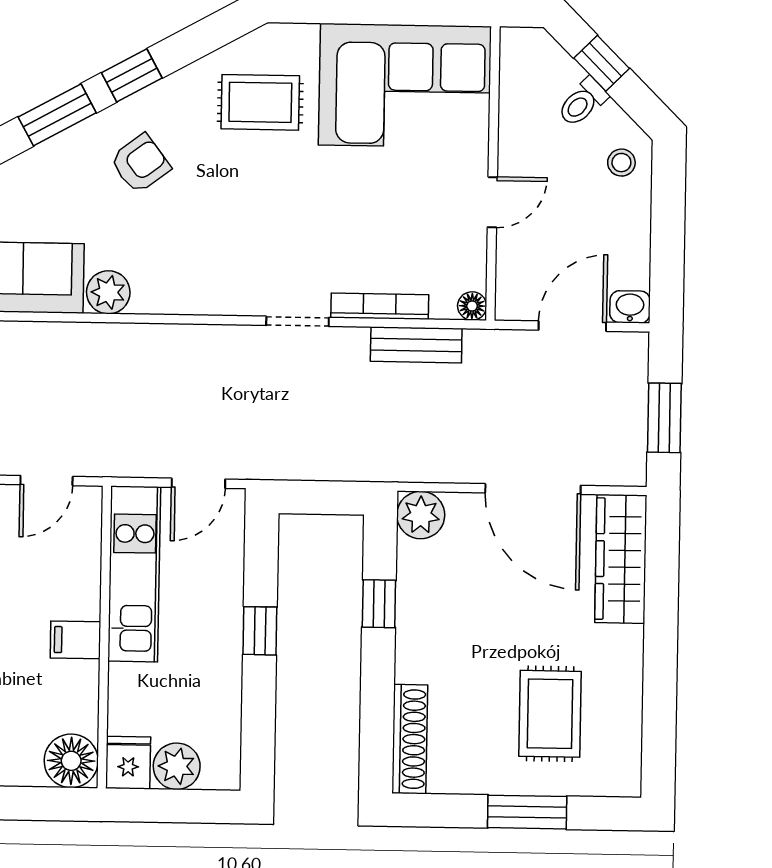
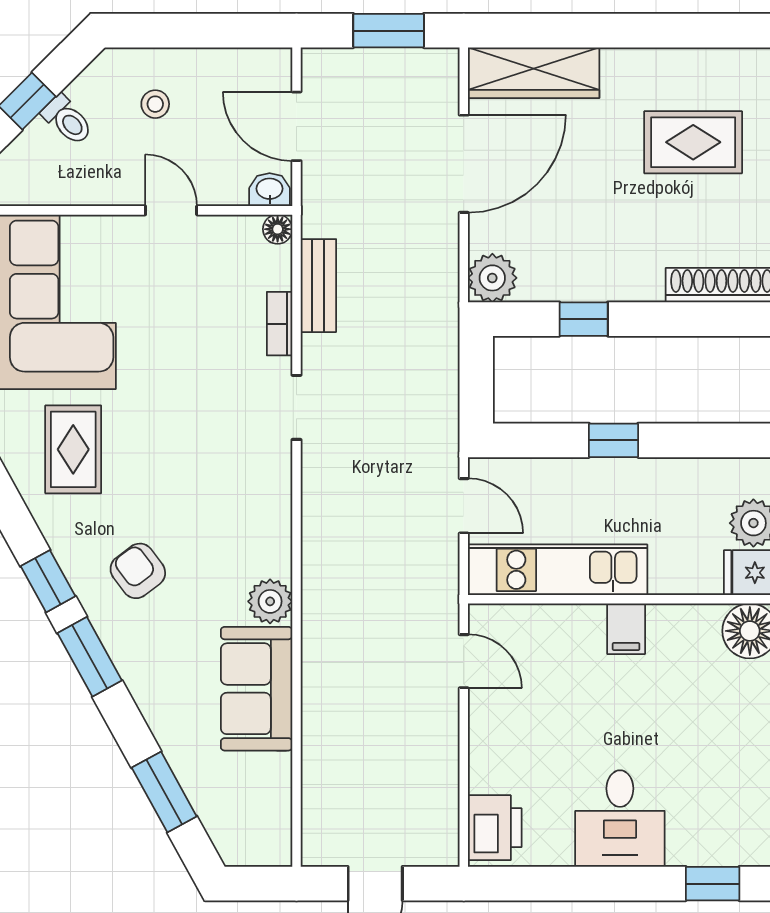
stool: (621, 163) -> (155, 104), moved
bookcase: (380, 306) -> (280, 324), width x0.64
washbasin: (630, 307) -> (270, 190), moved, turned 90

